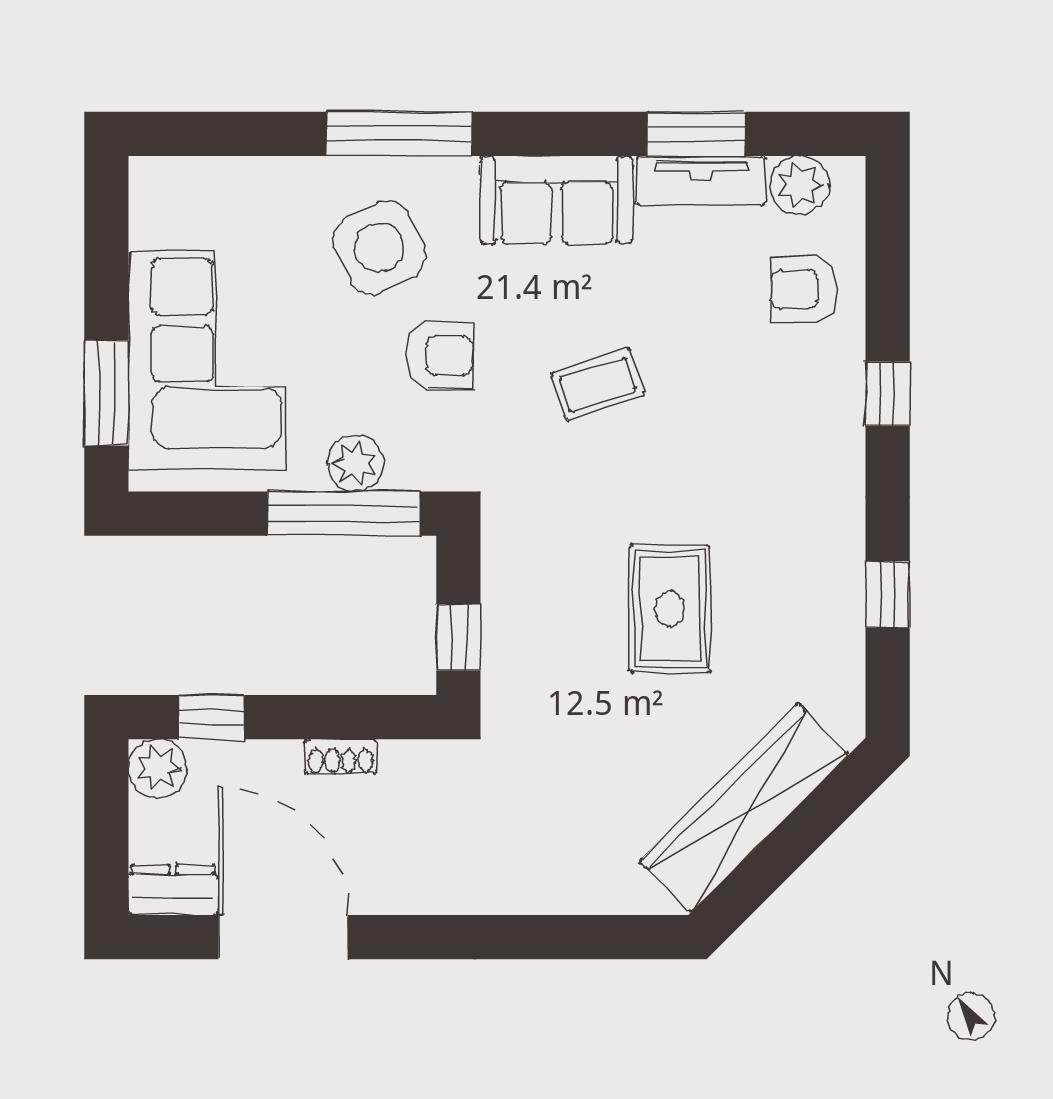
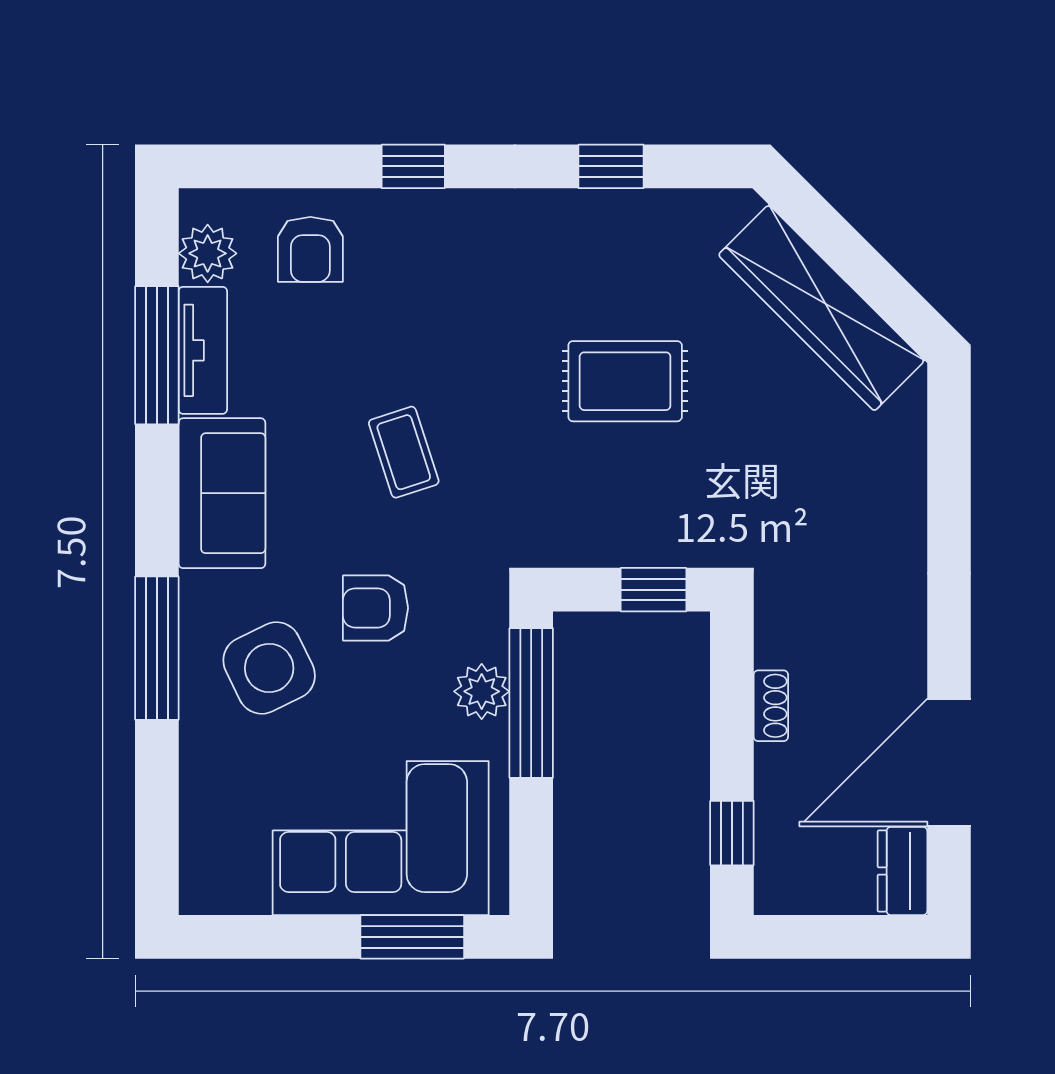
window: (696, 134) -> (157, 355), width x1.44
armchair: (440, 356) -> (375, 608), turned -90
plant: (158, 768) -> (783, 886), removed

